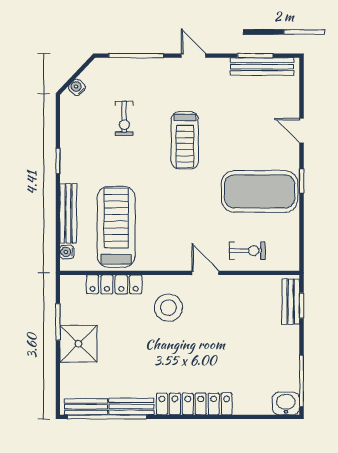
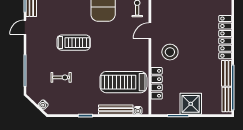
door: (193, 56) -> (25, 27), moved

